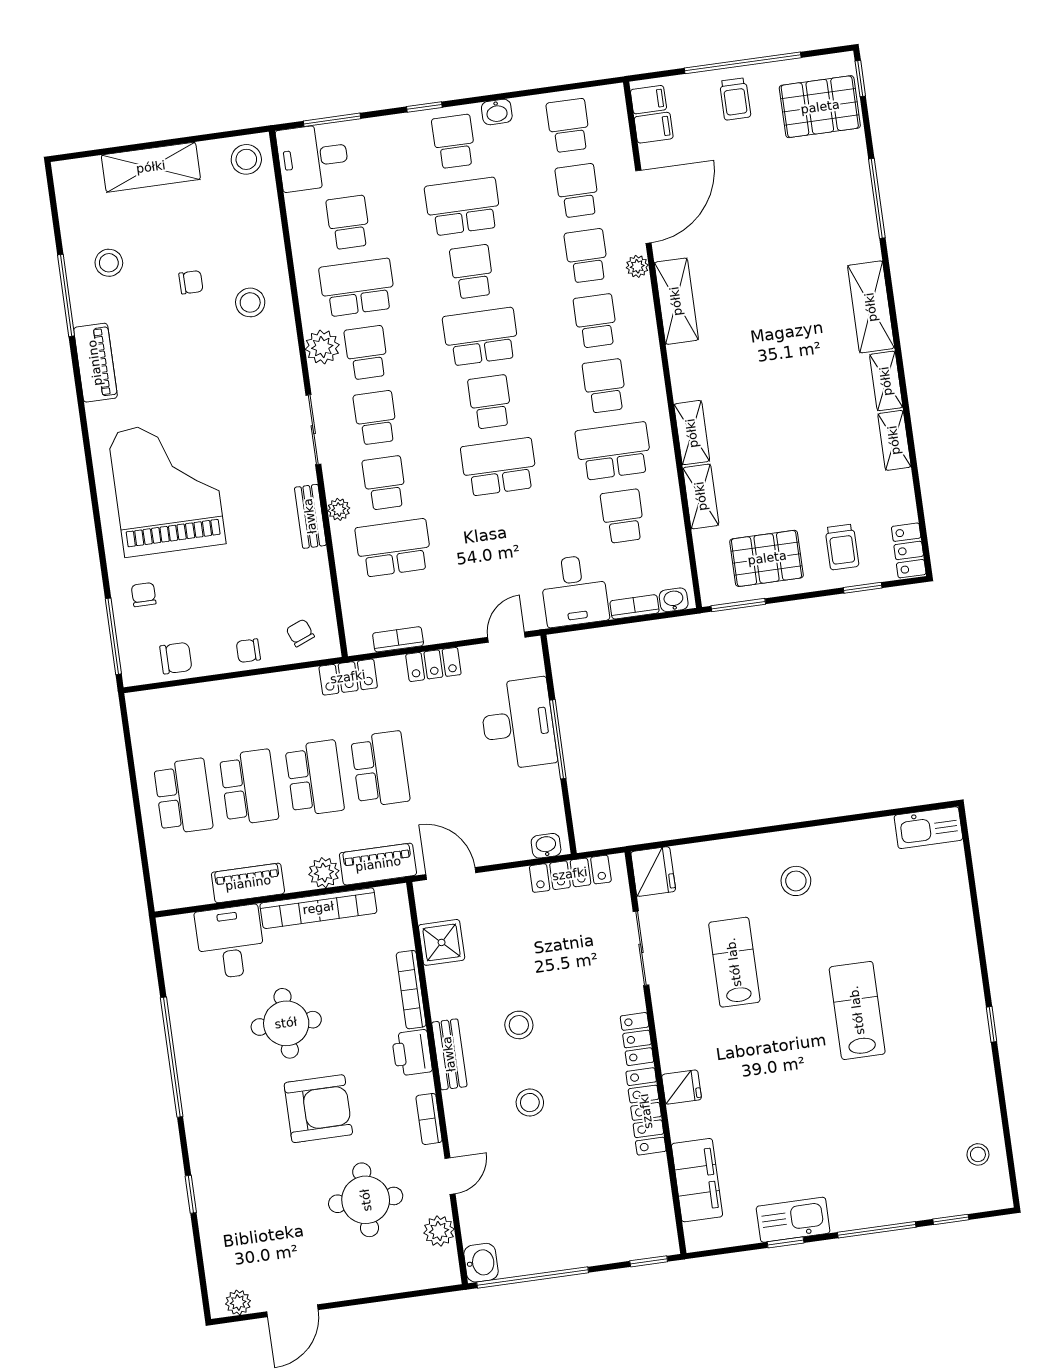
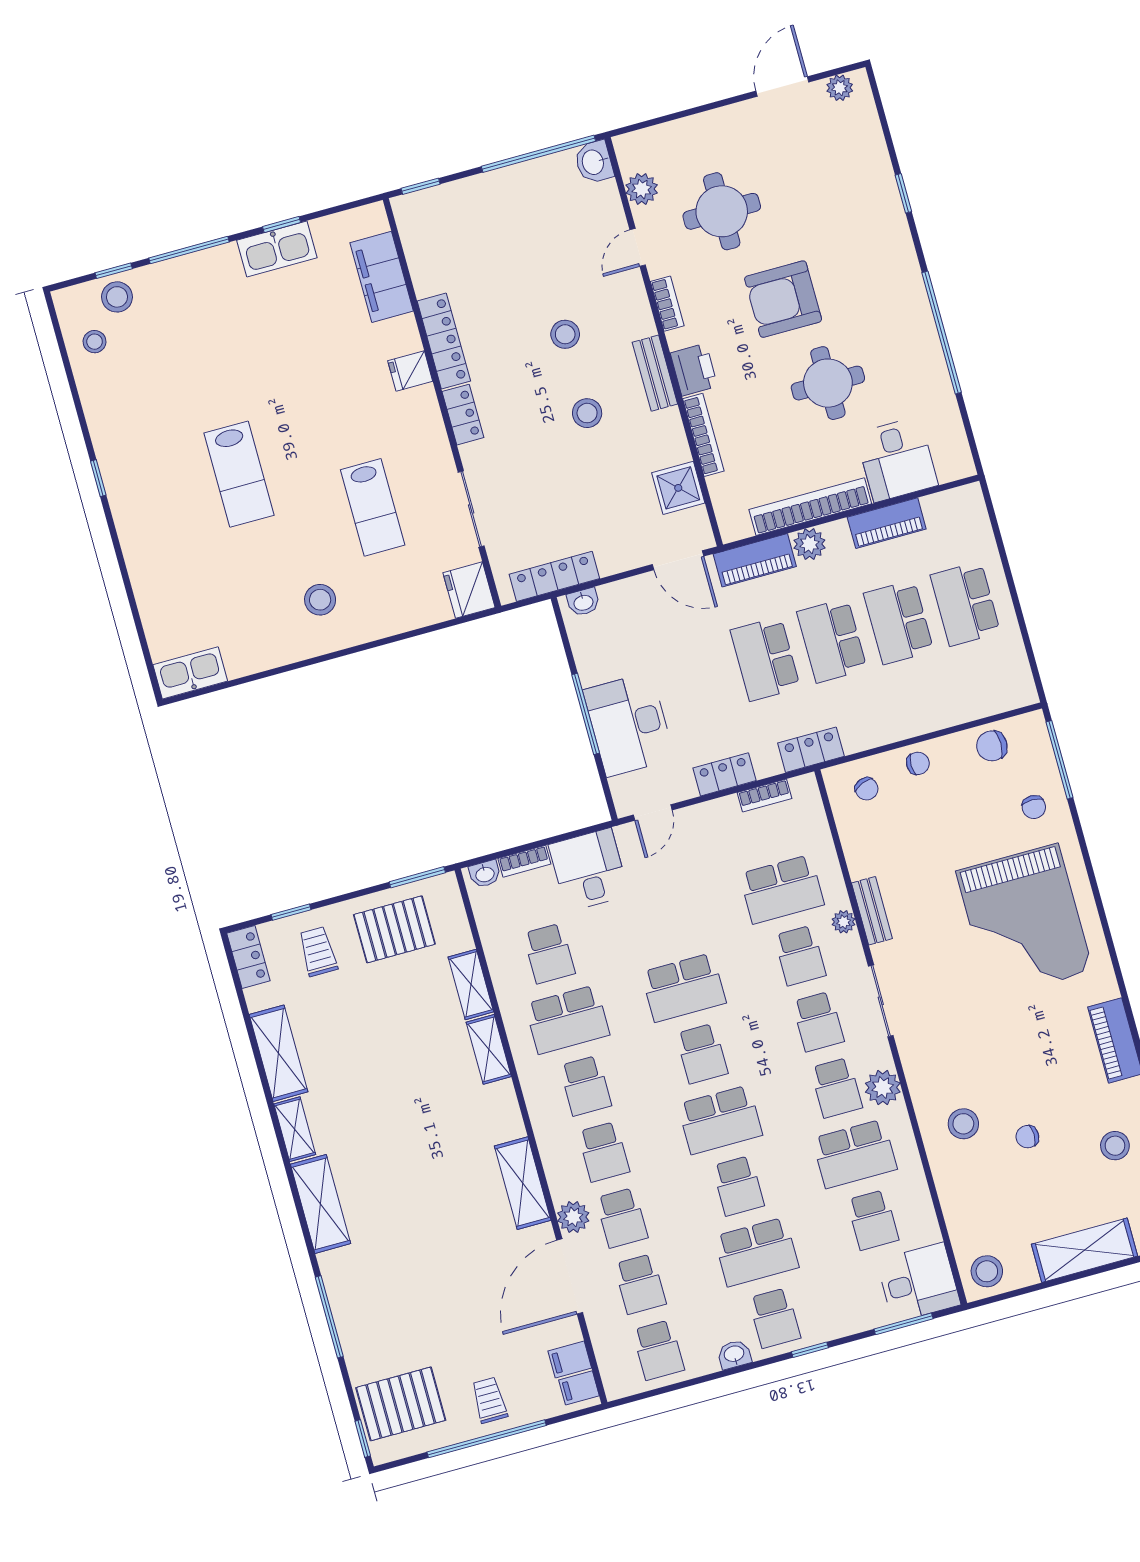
plant: (637, 266) -> (573, 1217), width x1.38, depth x1.38
shelving: (894, 440) -> (279, 1053), width x1.50, depth x1.33
stool: (951, 1194) -> (117, 297), added

